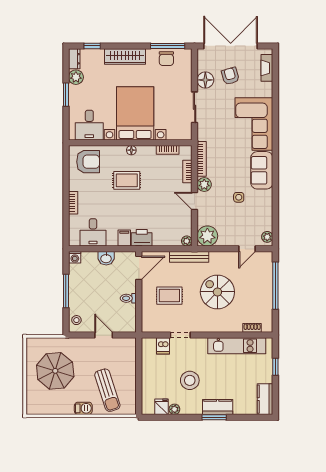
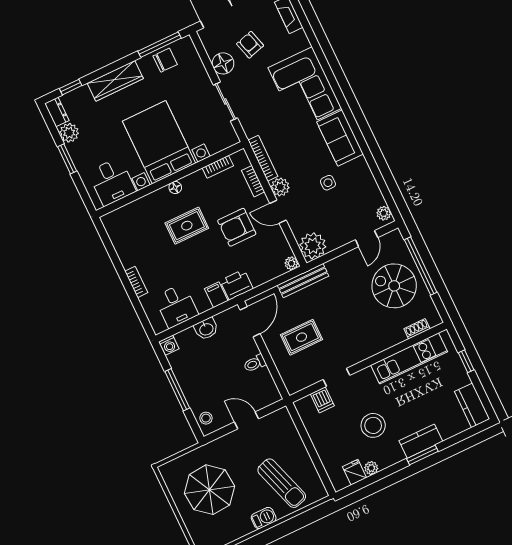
chair: (166, 59) -> (165, 60), turned -90
armchair: (88, 162) -> (237, 227), moved, turned 180
spiral stairs: (217, 292) -> (394, 286), moved

